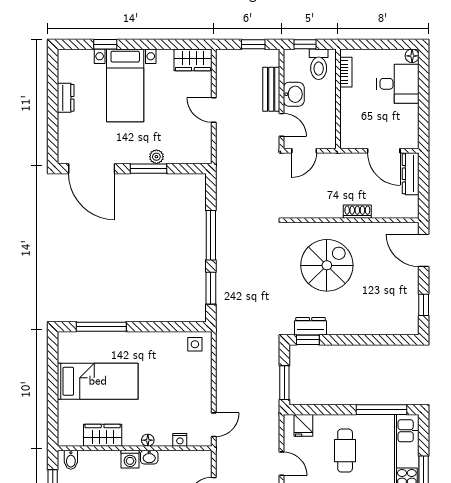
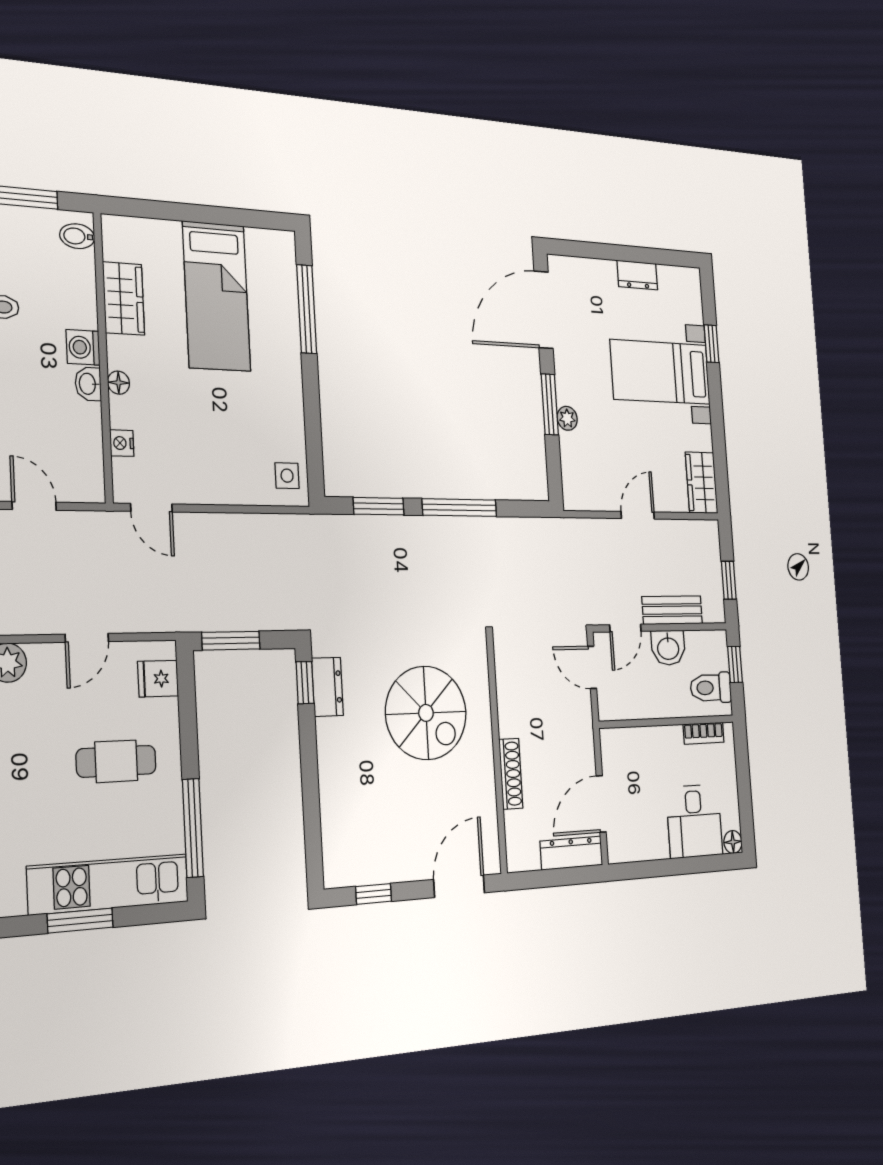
shoe rack: (357, 212) -> (511, 774), width x1.43

